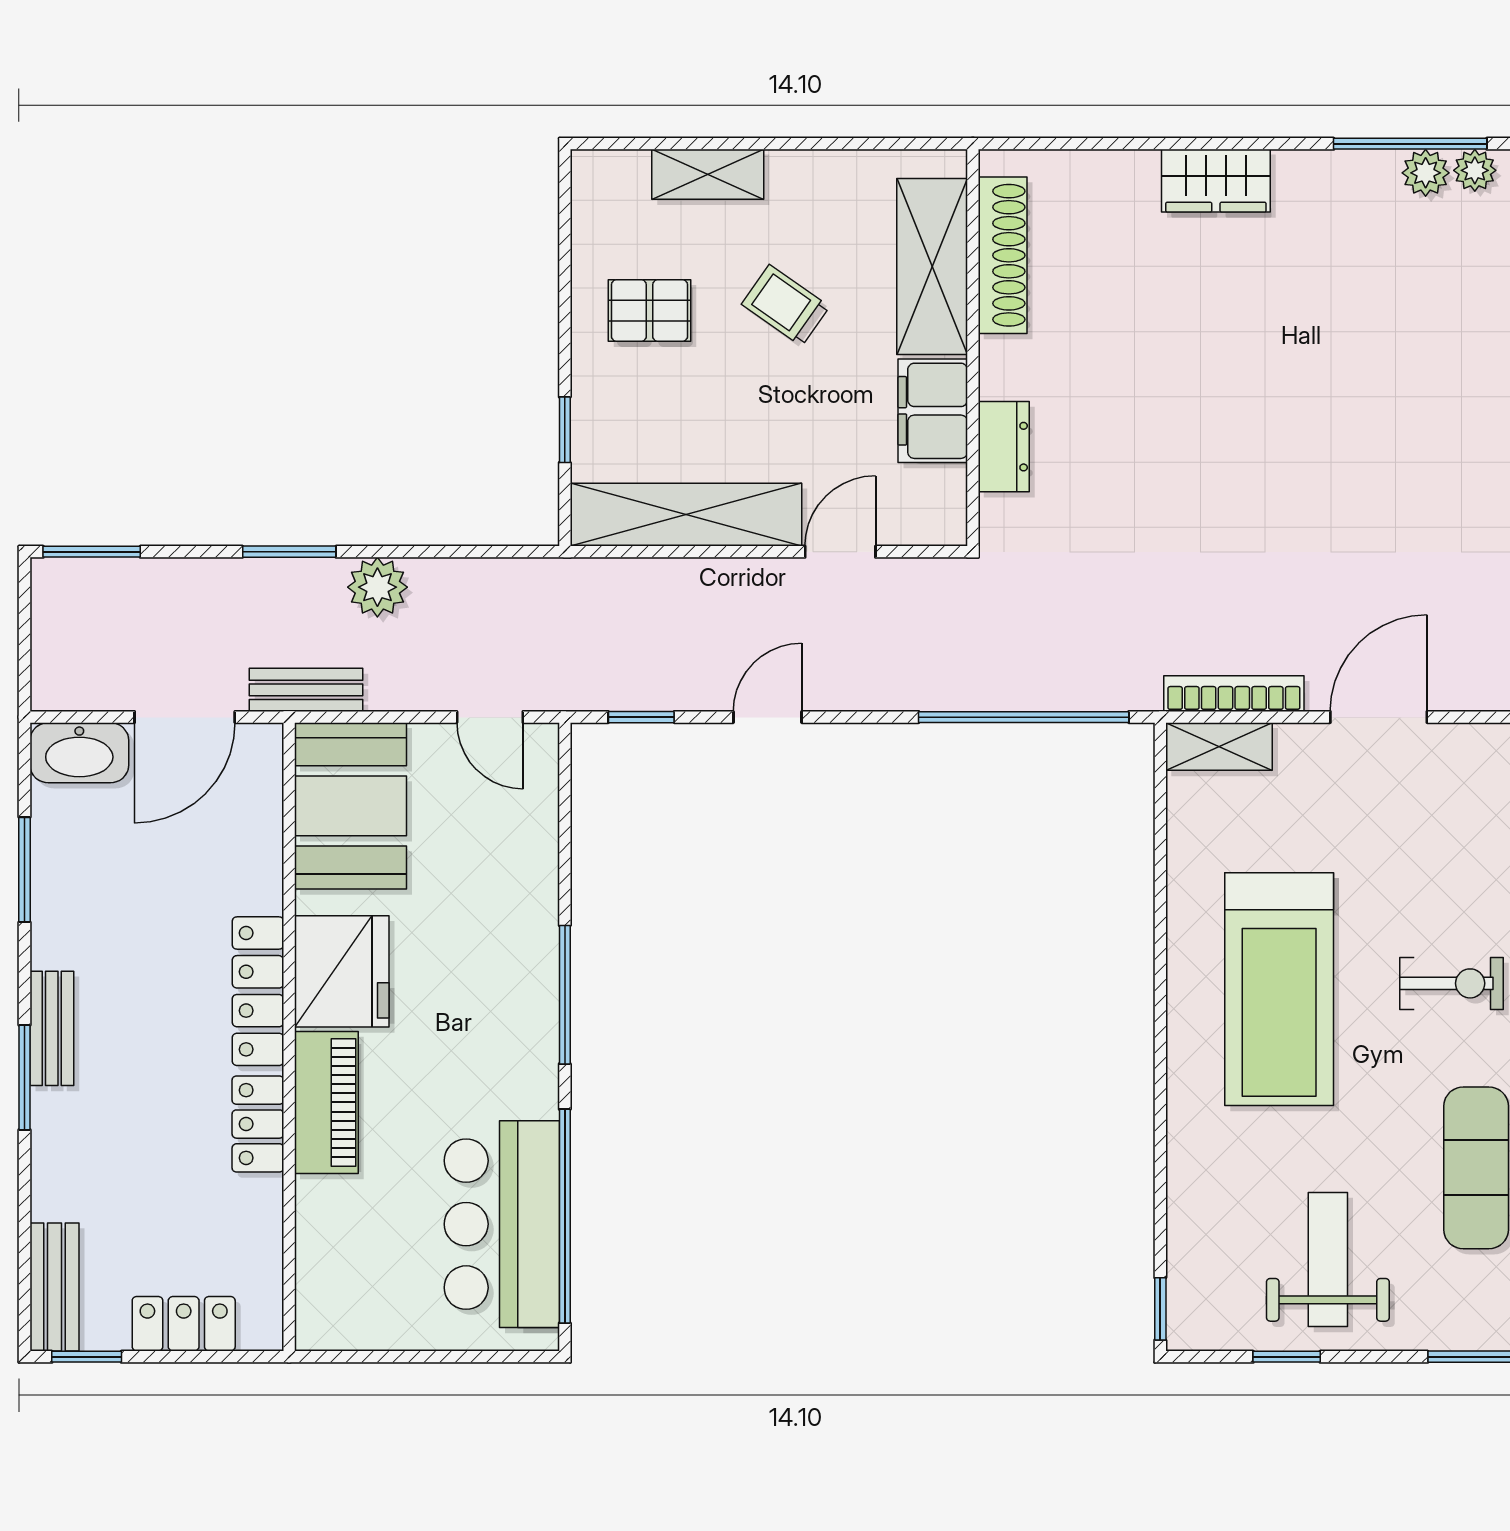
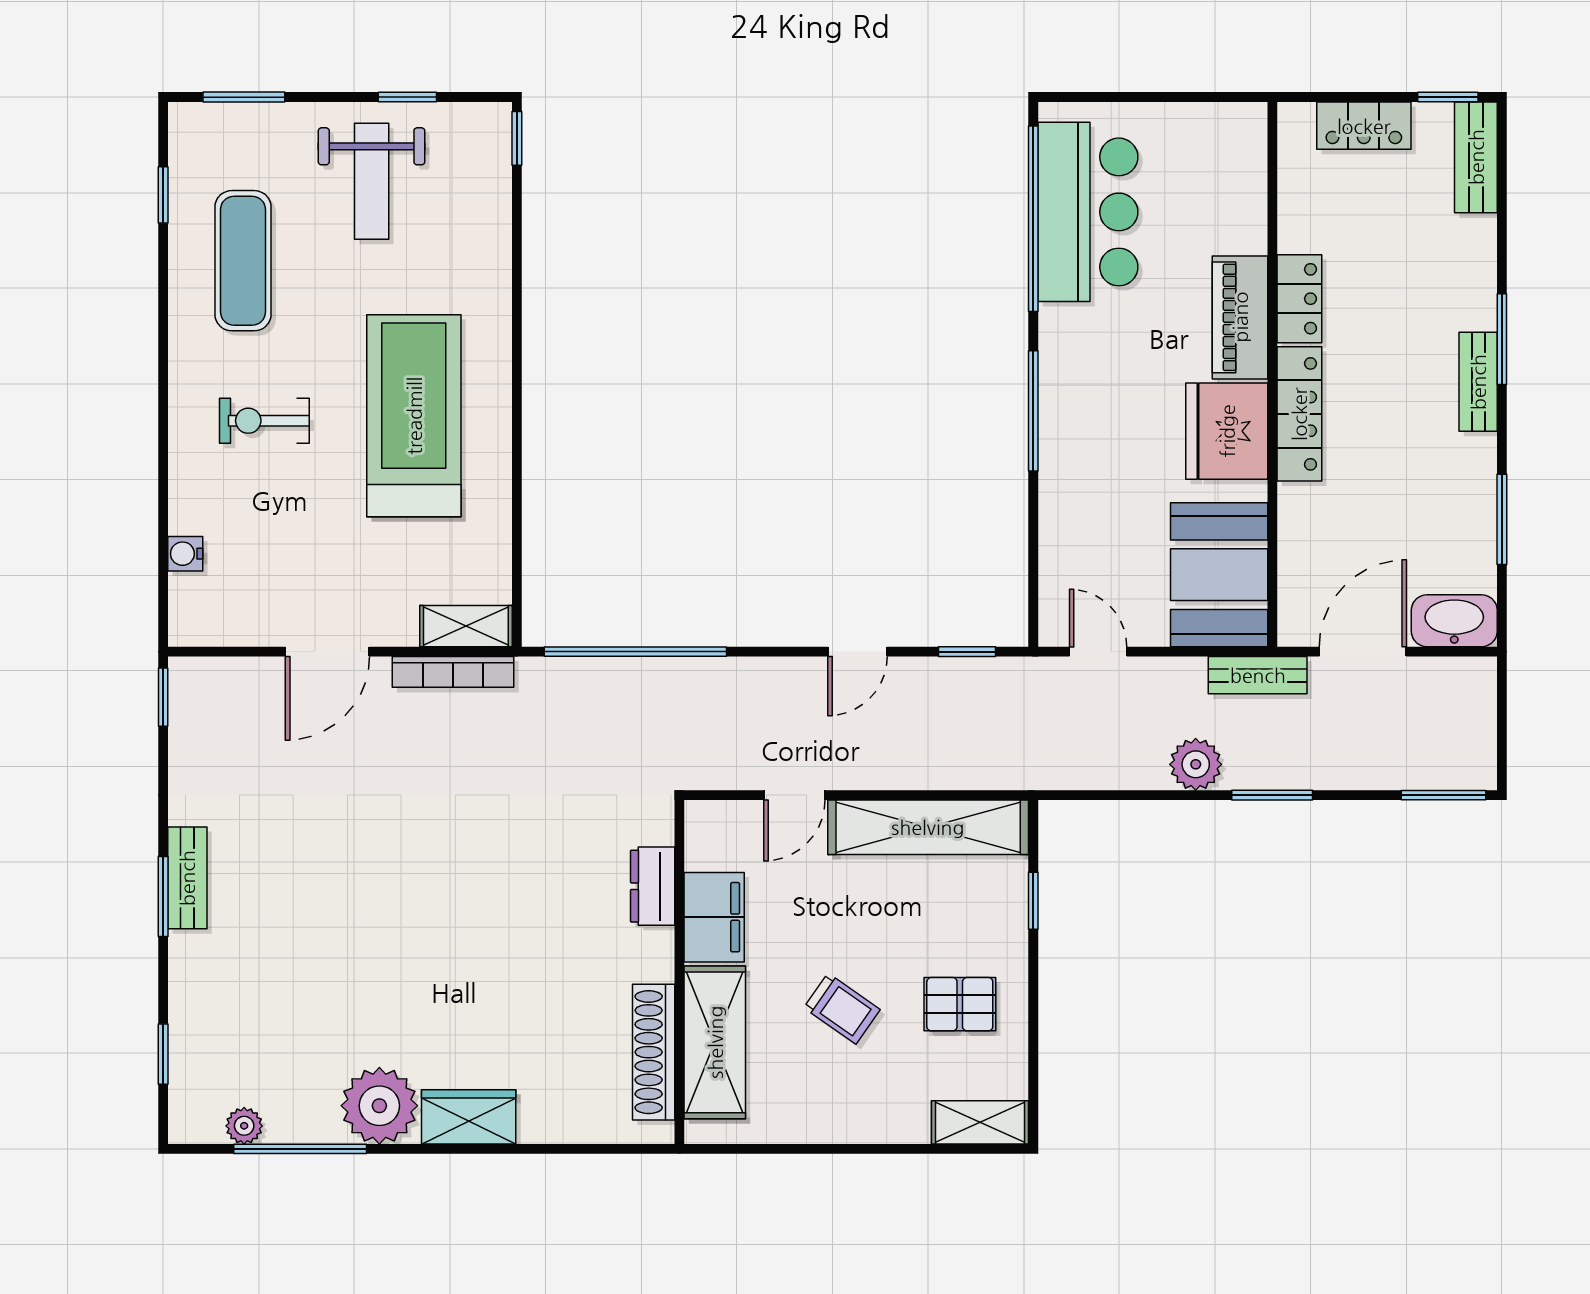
plant: (1426, 173) -> (379, 1106), moved, width x1.87, depth x1.87
shelving: (708, 174) -> (980, 1122), moved

